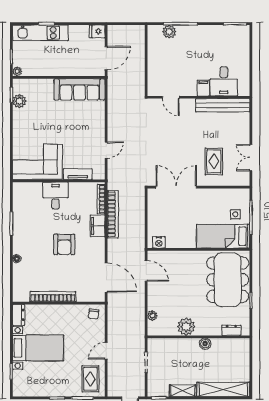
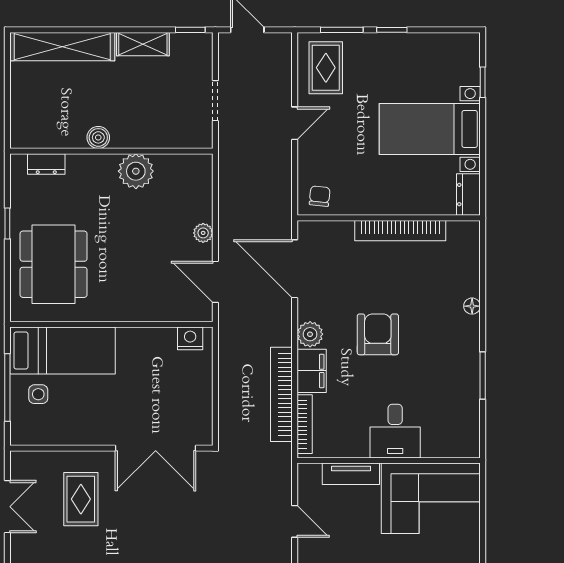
door: (106, 150) -> (295, 521), swing flipped
plant: (98, 244) -> (310, 334), added
dining table: (228, 280) -> (54, 264), width x0.73, depth x0.80
plant: (152, 316) -> (203, 233), moved

